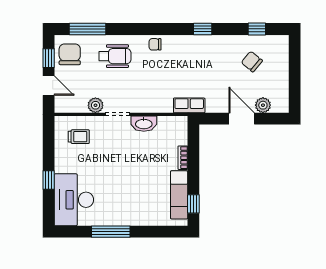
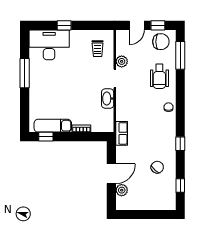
chair: (252, 62) -> (157, 167), moved

